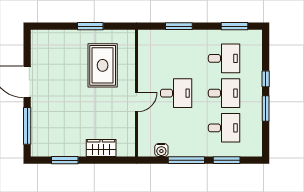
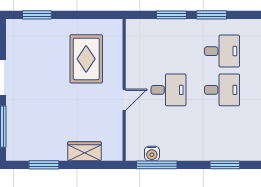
window: (90, 26) -> (37, 15), moved
window: (234, 26) -> (212, 15), moved
desk: (224, 128) -> (222, 129), removed
window: (186, 160) -> (157, 165), moved

